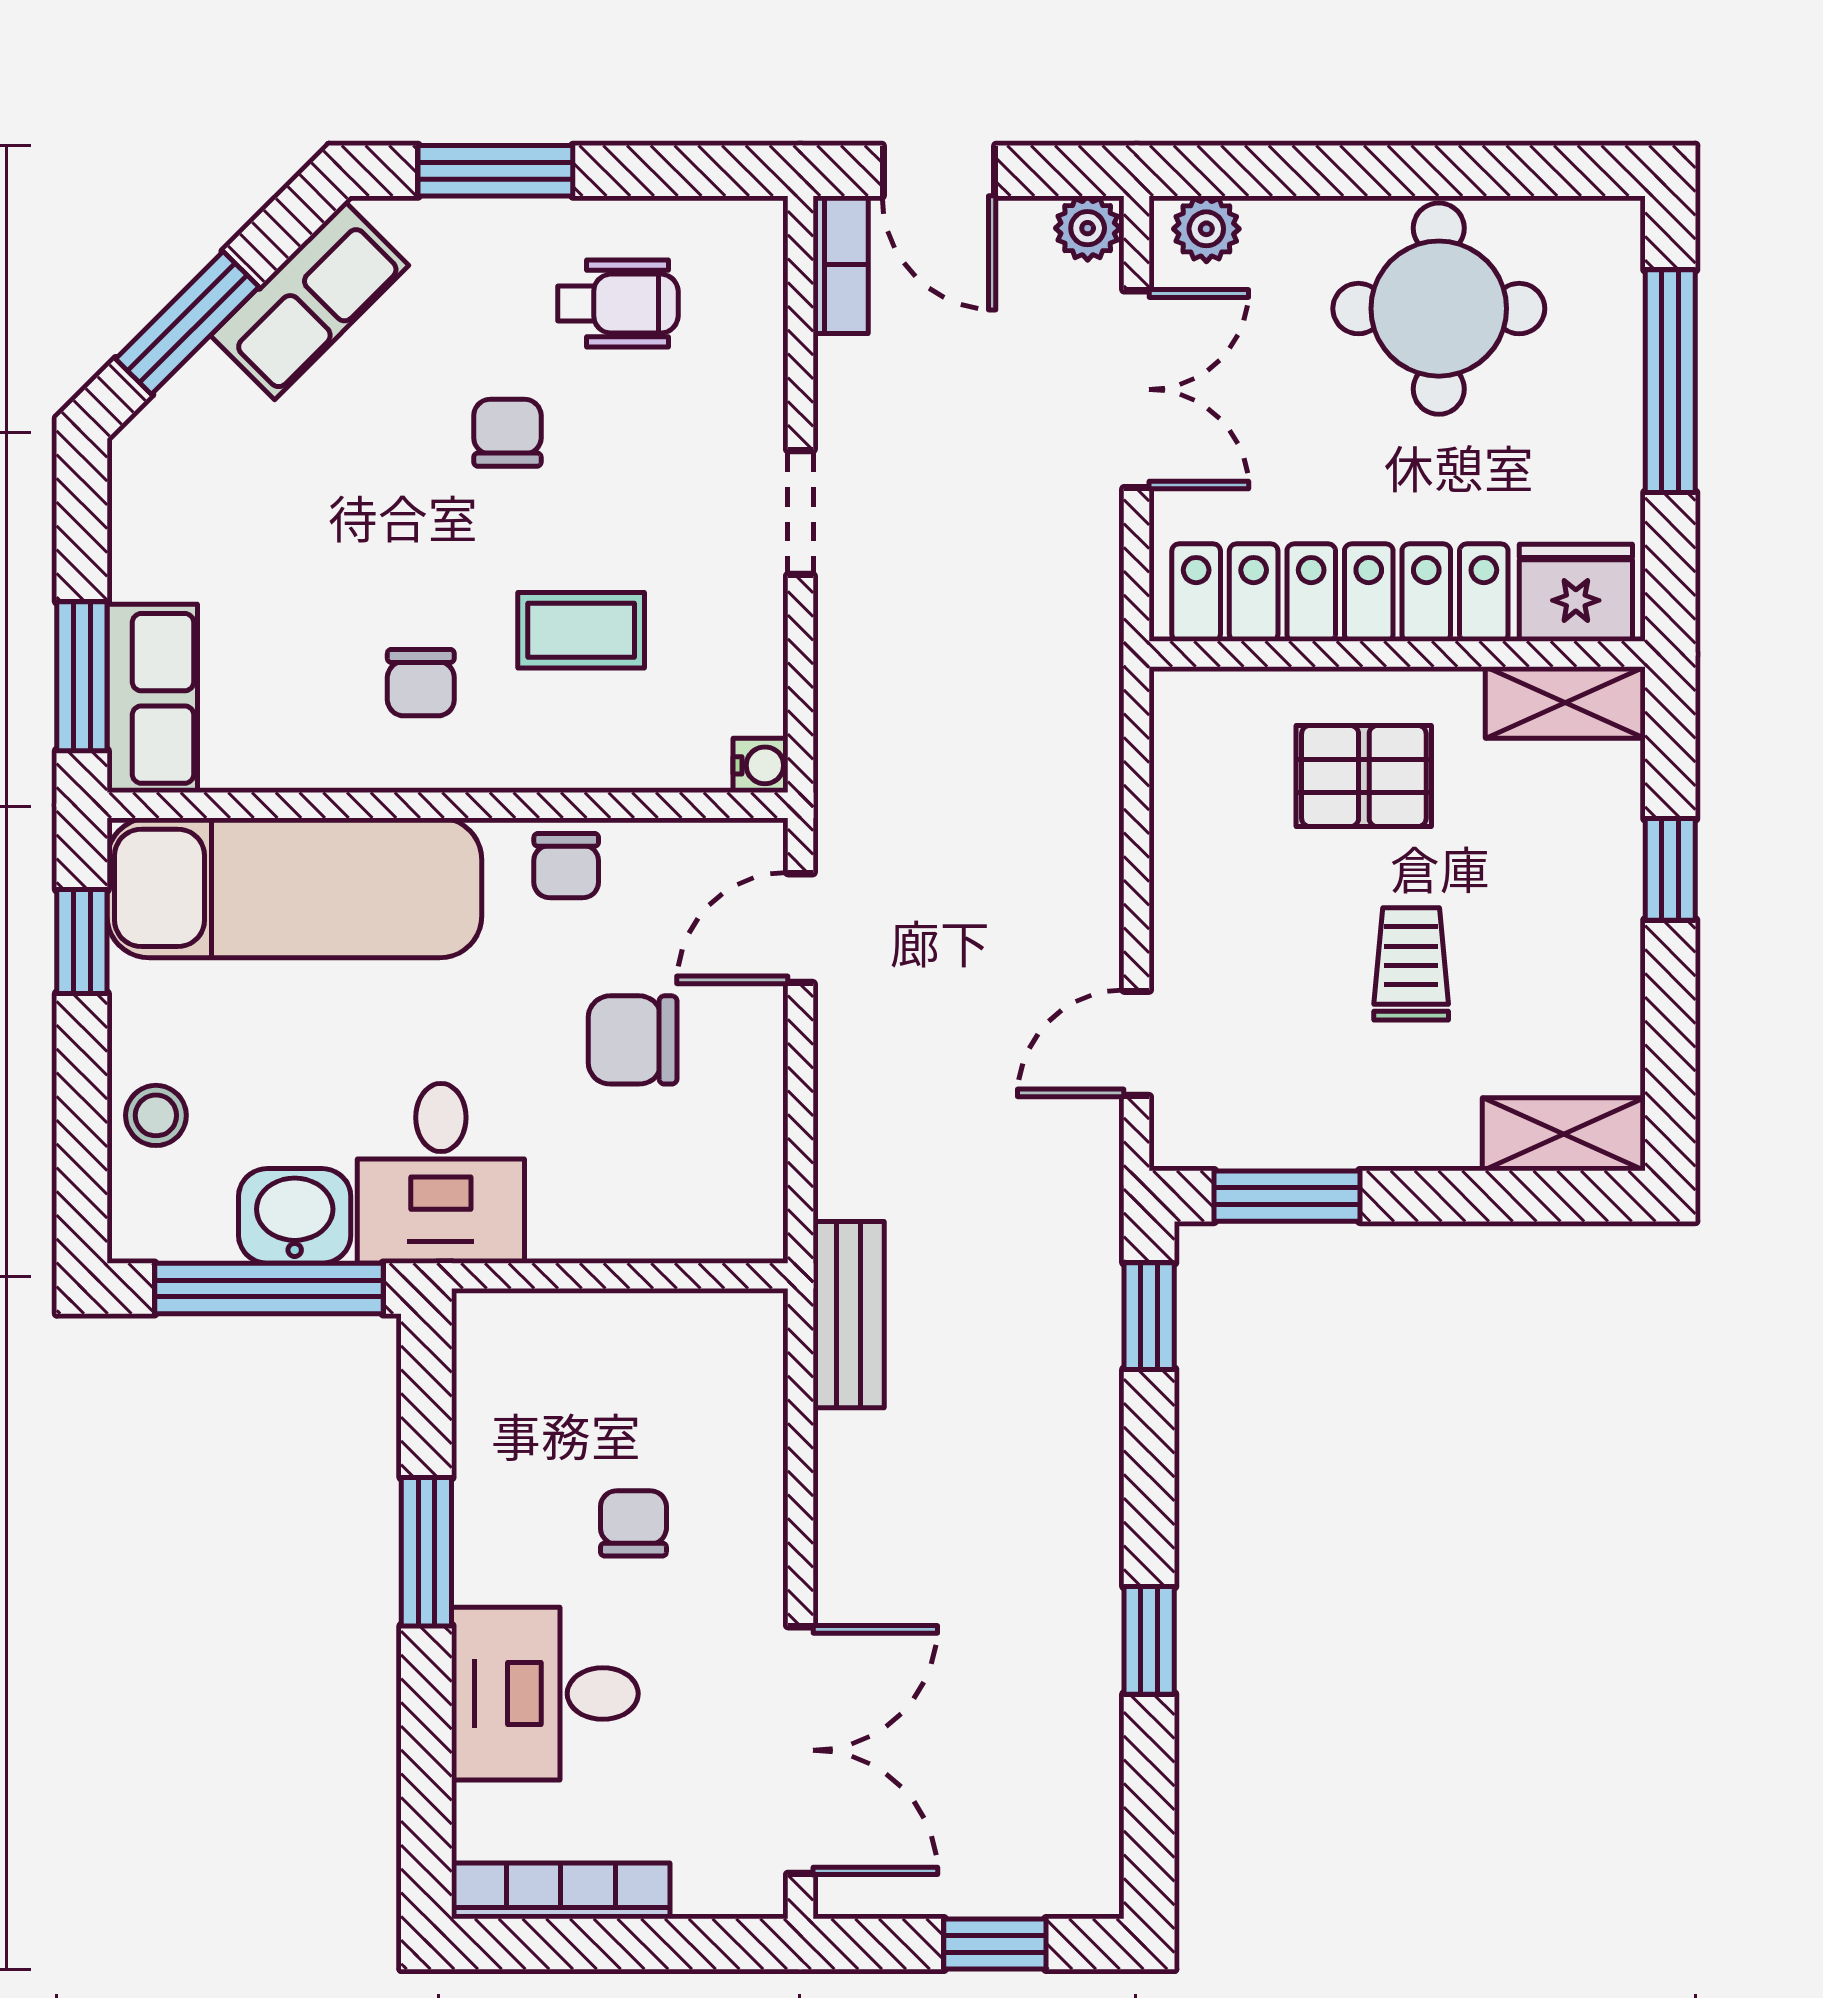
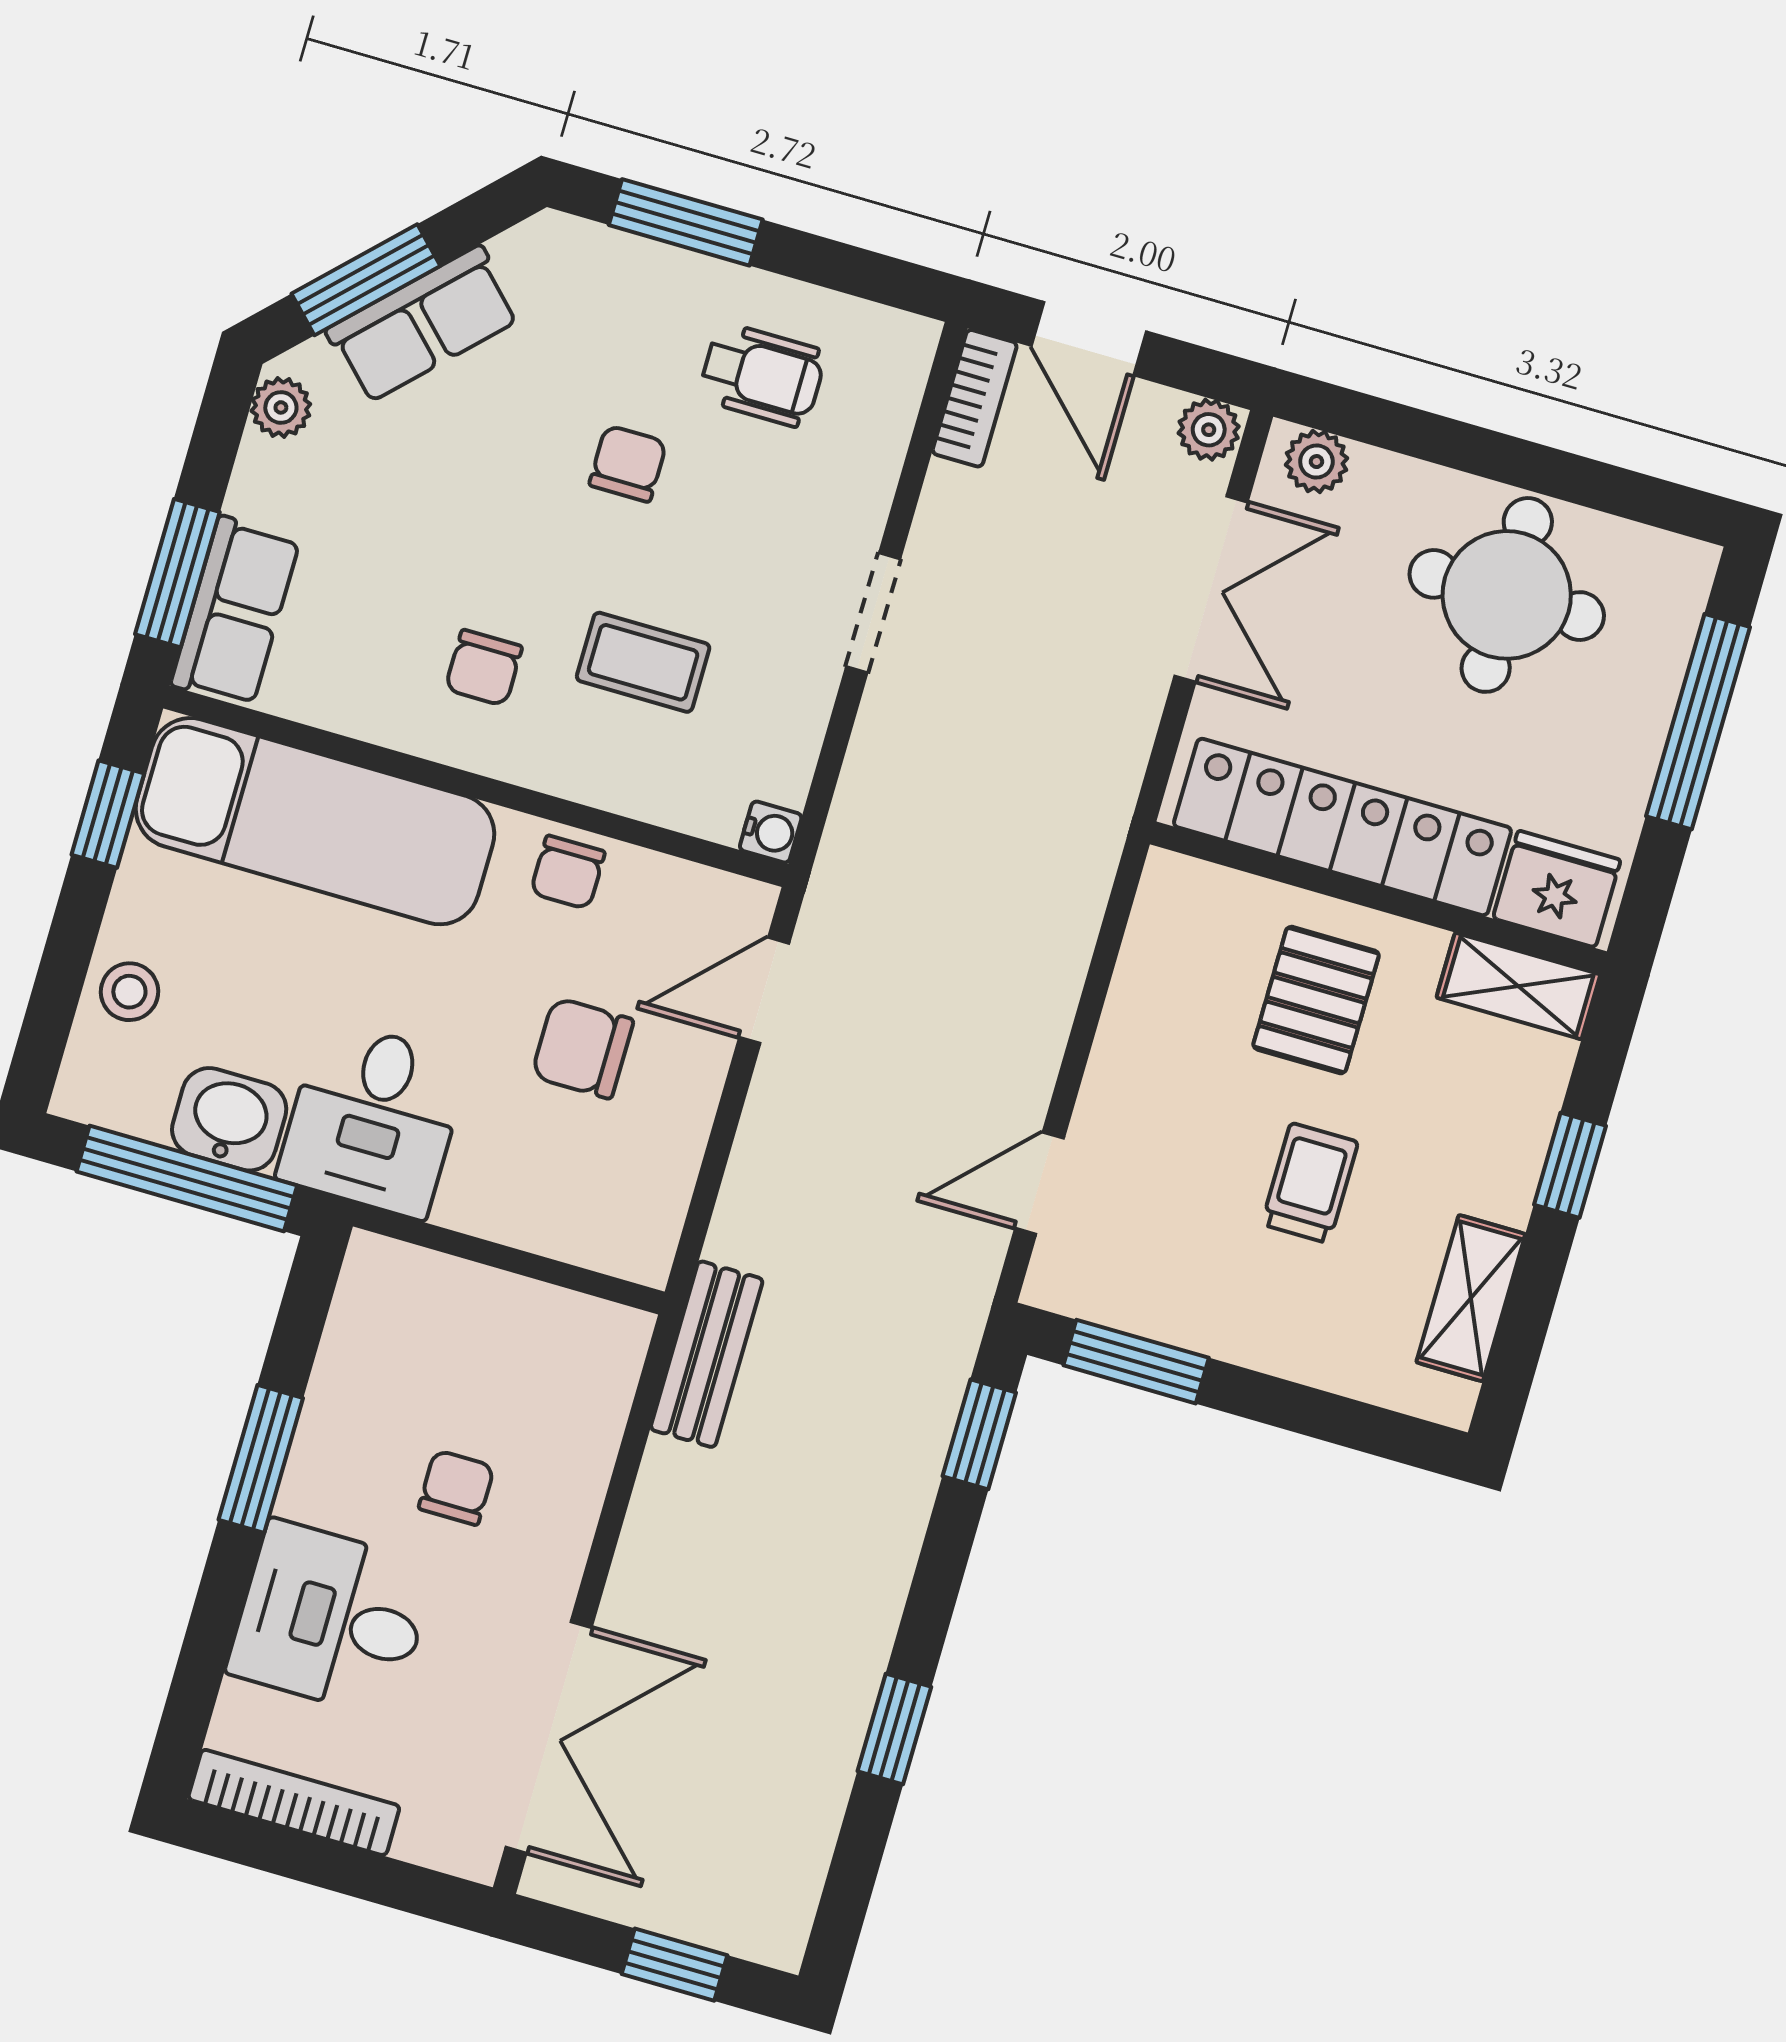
row of seats: (310, 300) -> (423, 324), moved
plant: (139, 478) -> (281, 407), added
pallet: (1364, 776) -> (1316, 1000), turned 90
shelving: (1564, 1134) -> (1471, 1298), moved, turned 90

